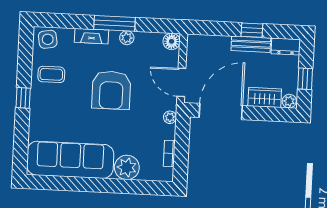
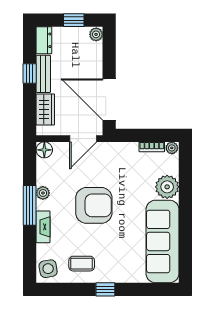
coffee table: (51, 74) -> (82, 264), turned 90
wardrobe: (265, 97) -> (45, 109), moved, turned 180
plant: (170, 117) -> (172, 148), moved

